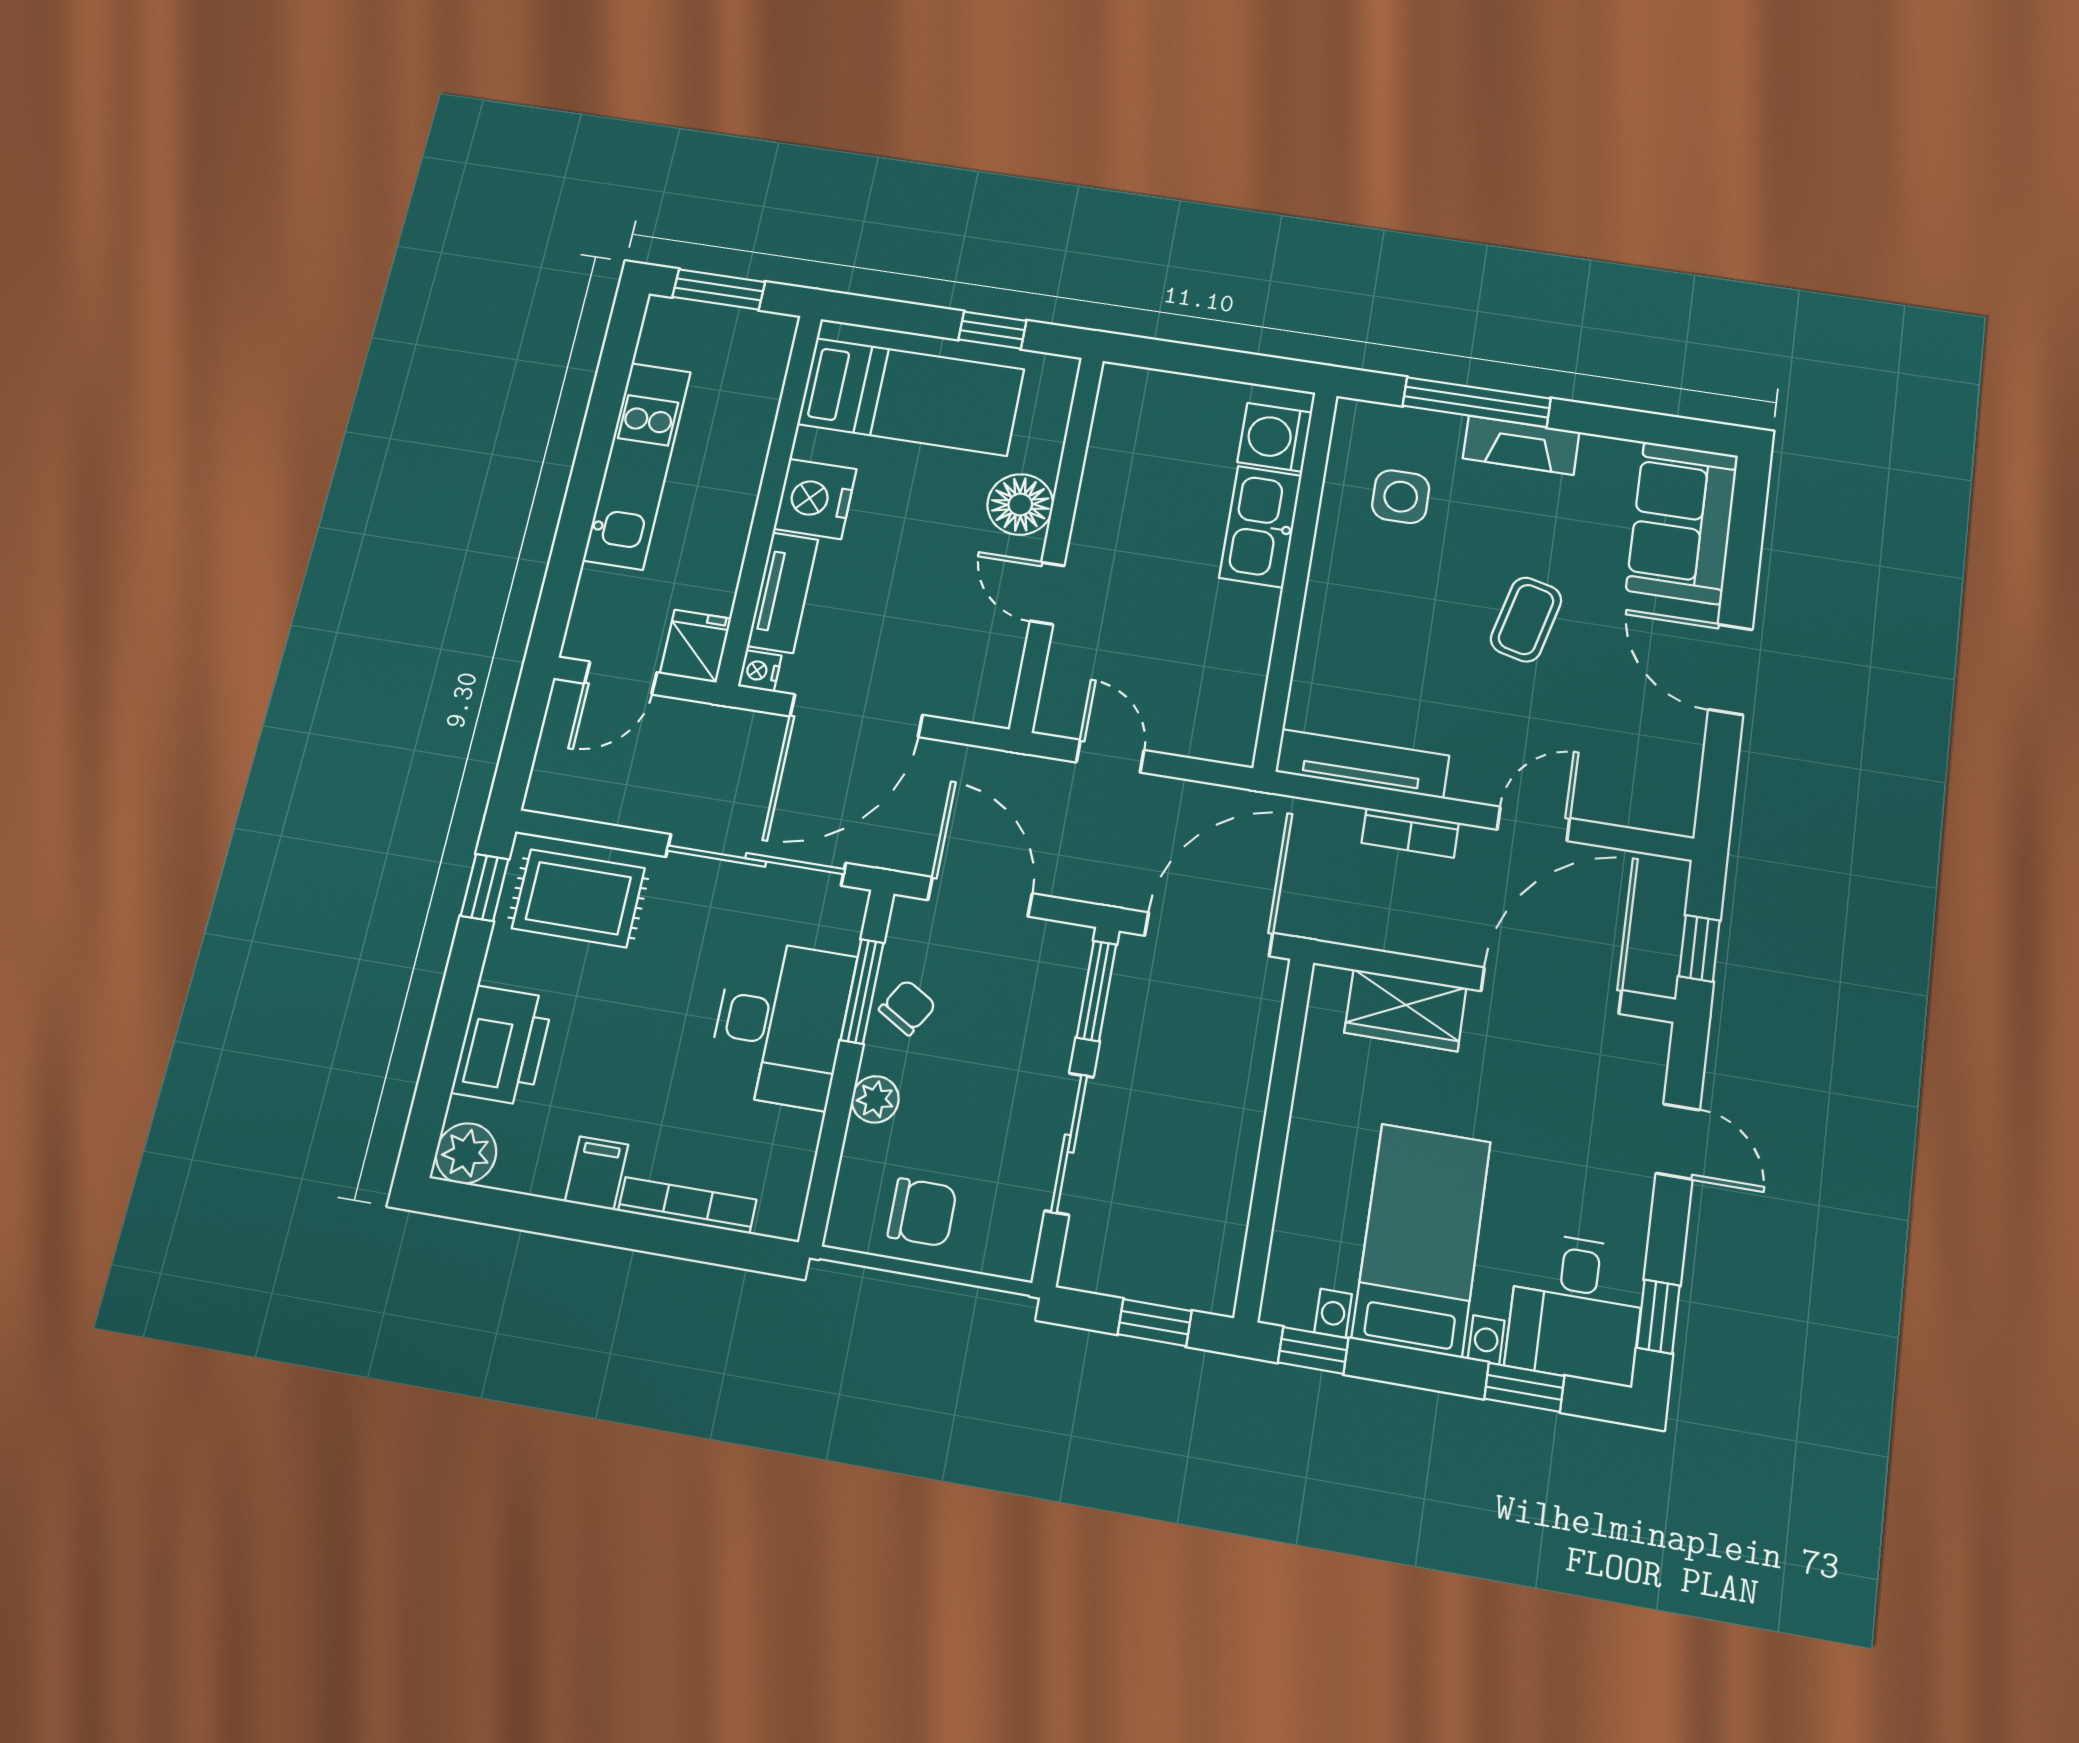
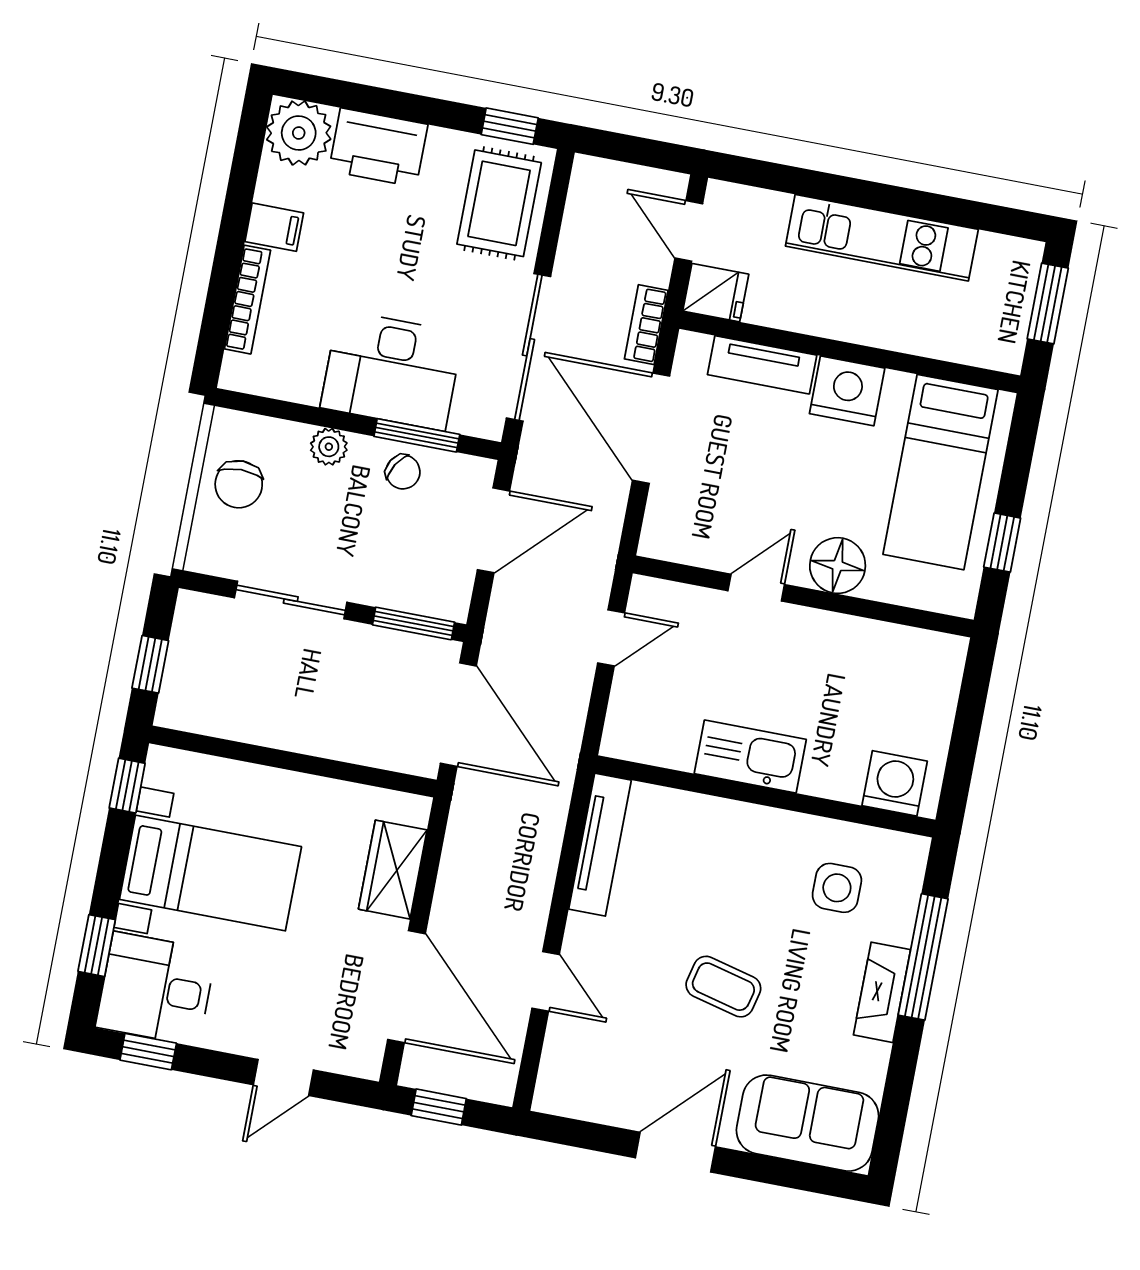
kitchen sink: (1260, 527) -> (750, 757), moved
nightstand: (760, 671) -> (692, 347), removed
bookcase: (1410, 833) -> (646, 325), moved
plant: (466, 1153) -> (299, 133), width x1.36, depth x1.36

